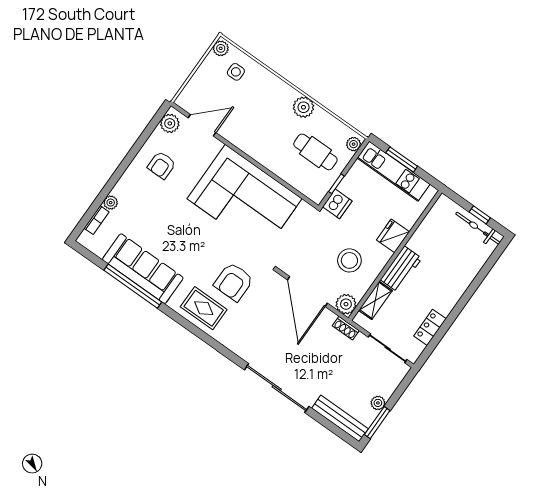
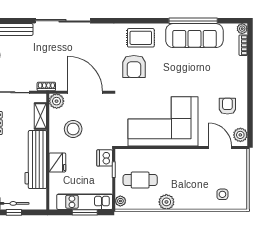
plant: (221, 48) -> (242, 202), removed
door: (202, 125) -> (220, 148), swing flipped
plant: (111, 203) -> (242, 29), moved
workbench: (401, 269) -> (36, 160), width x1.88, depth x1.32
armchair: (234, 282) -> (134, 66), turned 180

